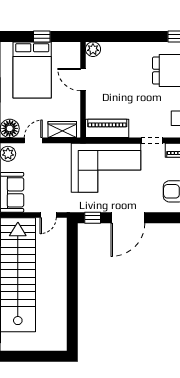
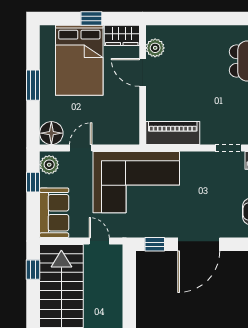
plant: (93, 49) -> (155, 48), moved
wardrobe: (62, 130) -> (122, 35), moved, turned 180
corner sofa: (106, 168) -> (136, 182), moved
door: (48, 215) -> (99, 241), swing flipped

